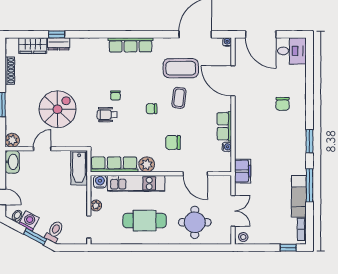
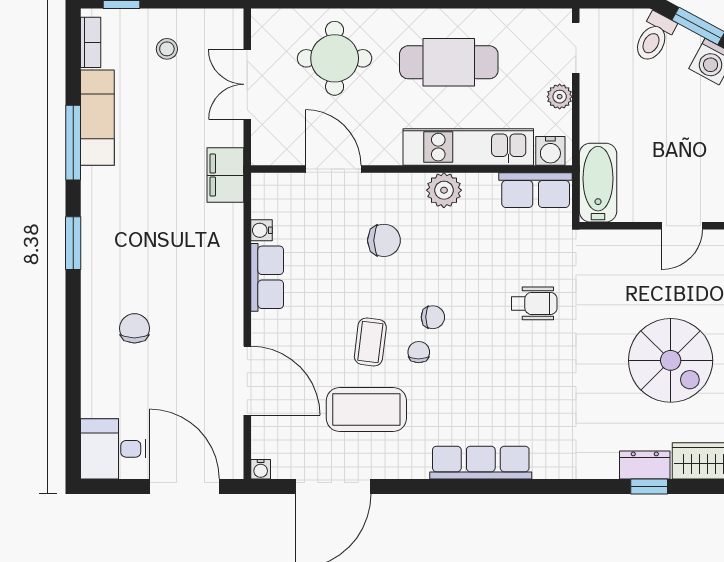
chair: (115, 95) -> (419, 352), moved
spiral stairs: (58, 109) -> (671, 360), moved, turned -90
row of seats: (114, 164) -> (536, 190), width x0.68
stool: (243, 237) -> (167, 49), moved

